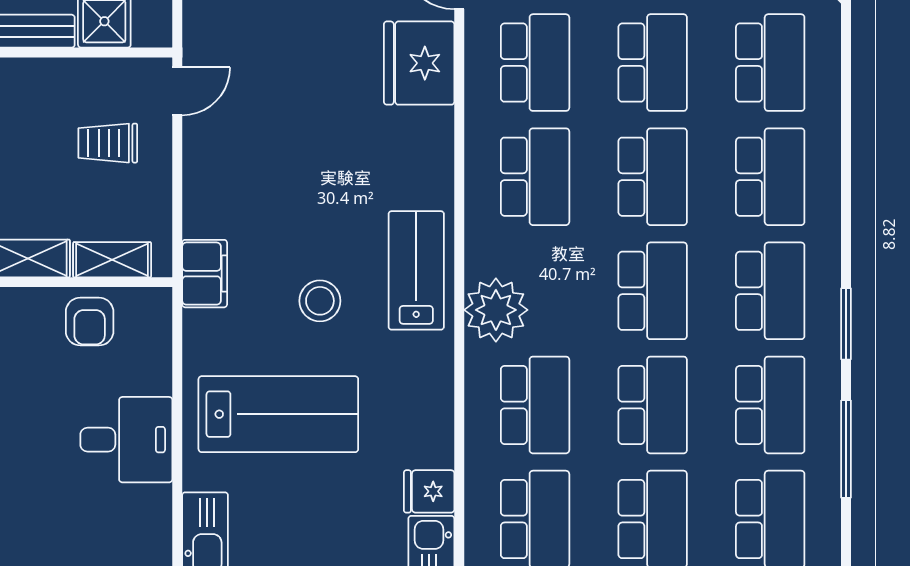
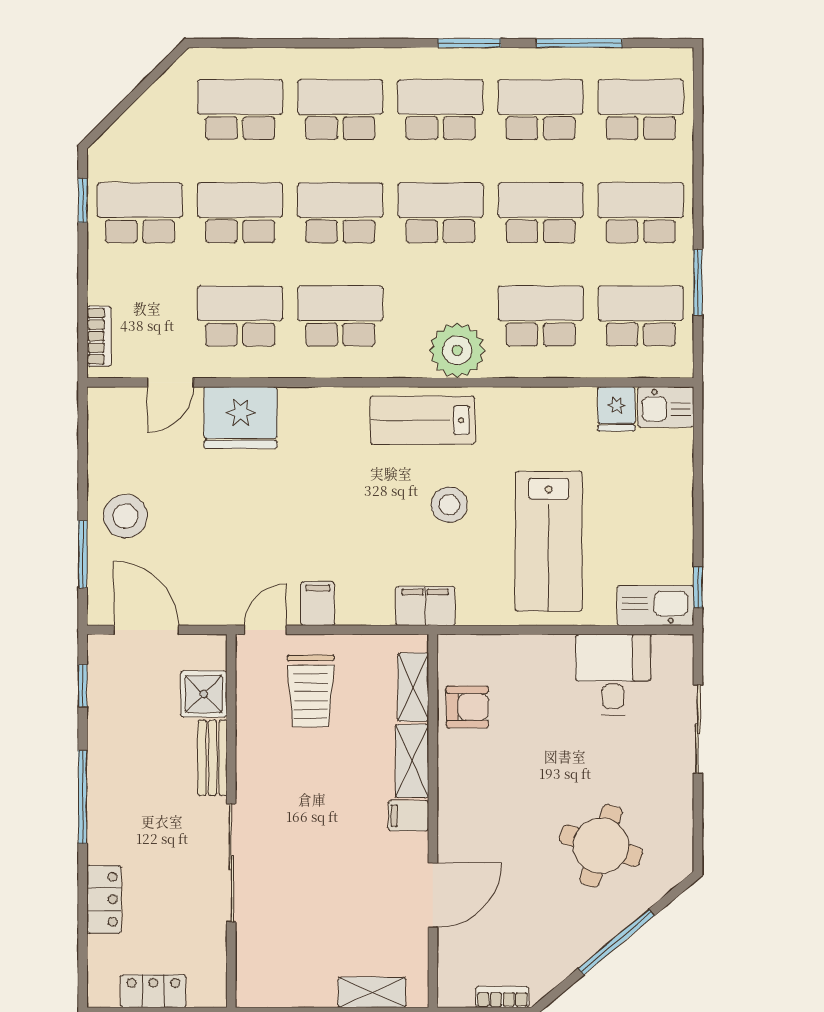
door: (177, 91) -> (265, 630), hinge flipped
trolley: (108, 143) -> (311, 691), width x1.36, depth x1.39
filing cabinet: (207, 151) -> (318, 604), added
lab bench: (278, 414) -> (549, 541), turned 180
desk: (126, 440) -> (613, 675), moved

